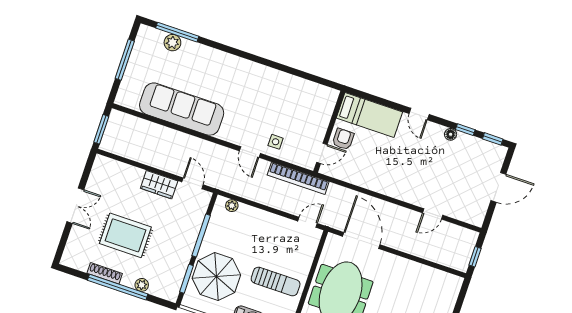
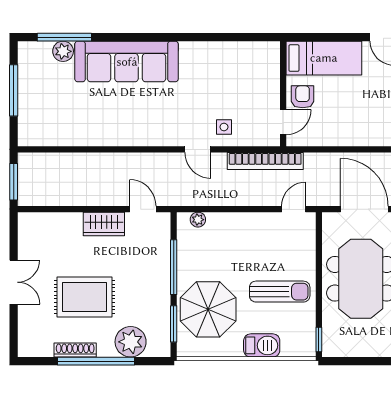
sofa: (182, 109) -> (127, 62), moved, turned 180
plant: (142, 285) -> (131, 342), width x1.88, depth x1.88

